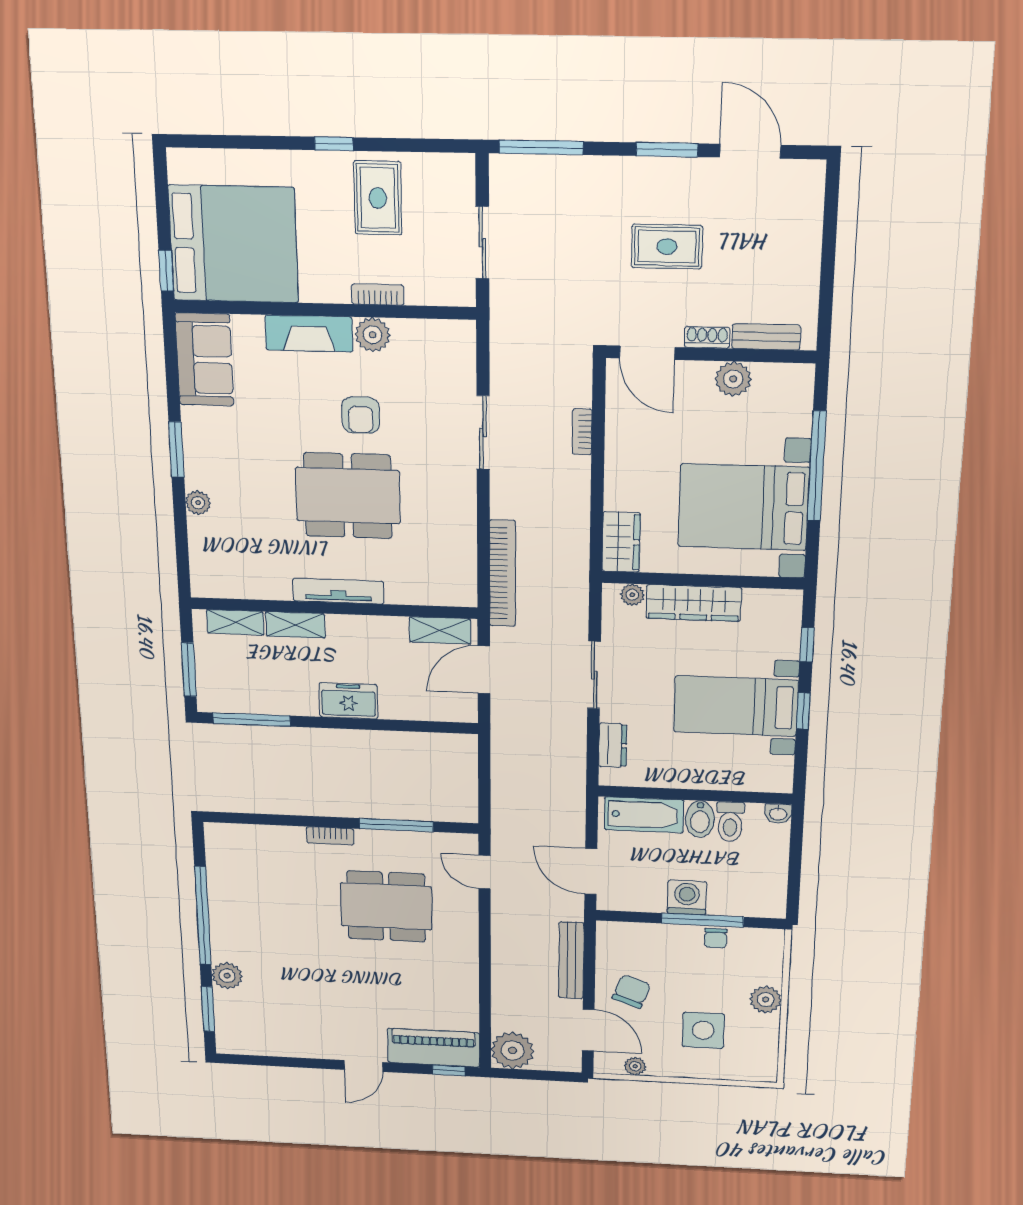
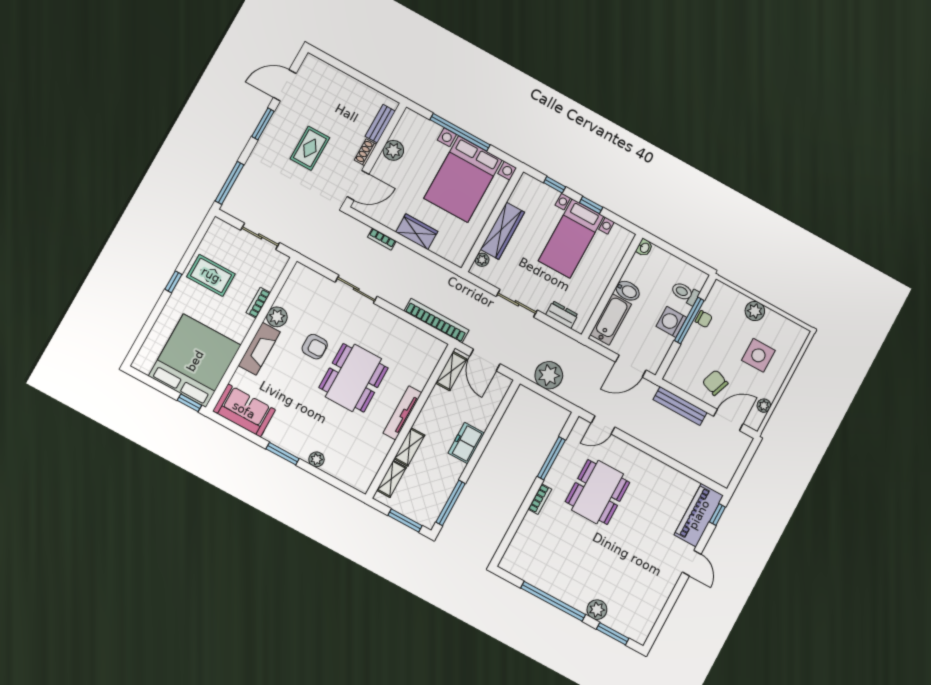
wardrobe: (621, 542) -> (417, 232), moved
toilet: (730, 822) -> (685, 293), moved, turned 180
plant: (512, 1050) -> (549, 375), moved

